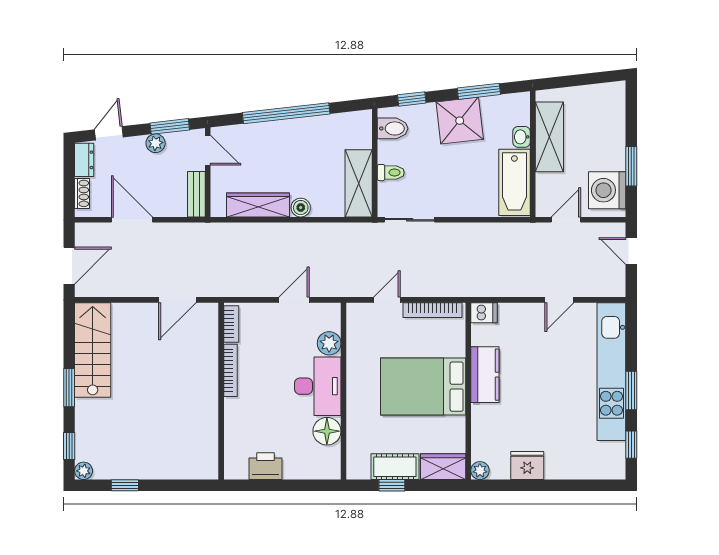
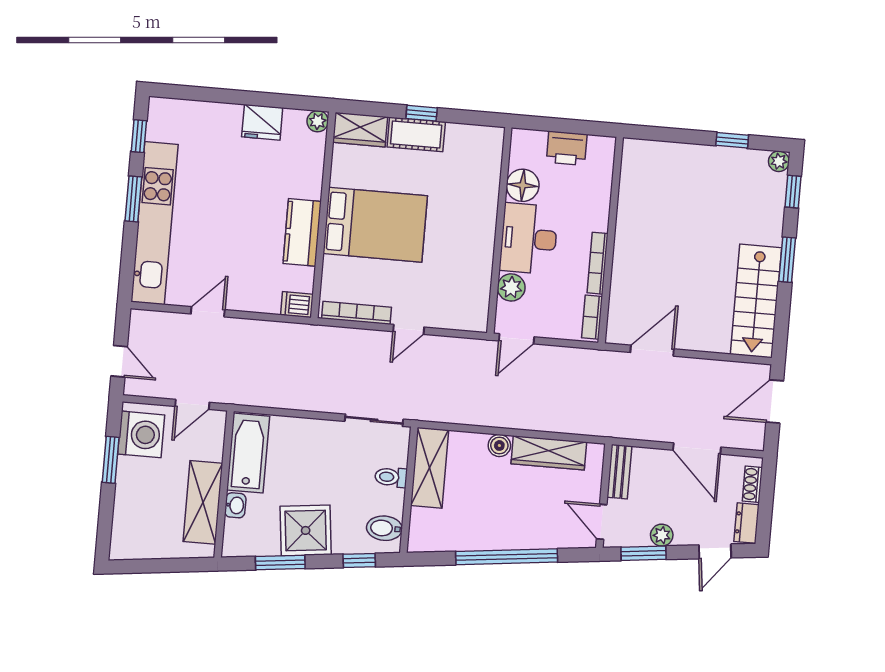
plant: (329, 343) -> (511, 287), moved
desk: (318, 386) -> (529, 239), moved
wall: (344, 391) -> (499, 230), moved
floor lamp: (327, 431) -> (523, 185), moved

